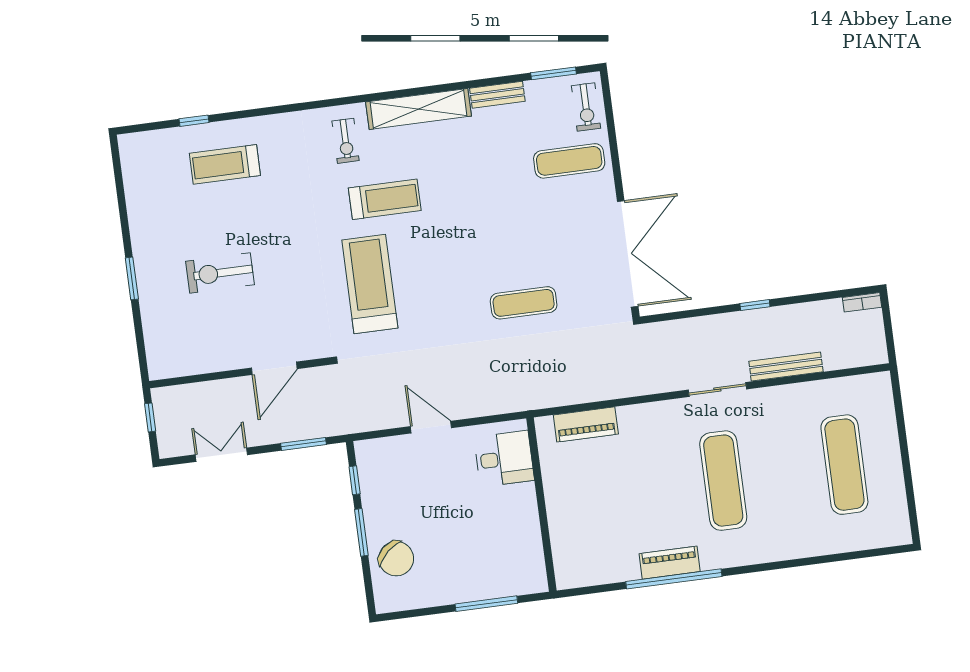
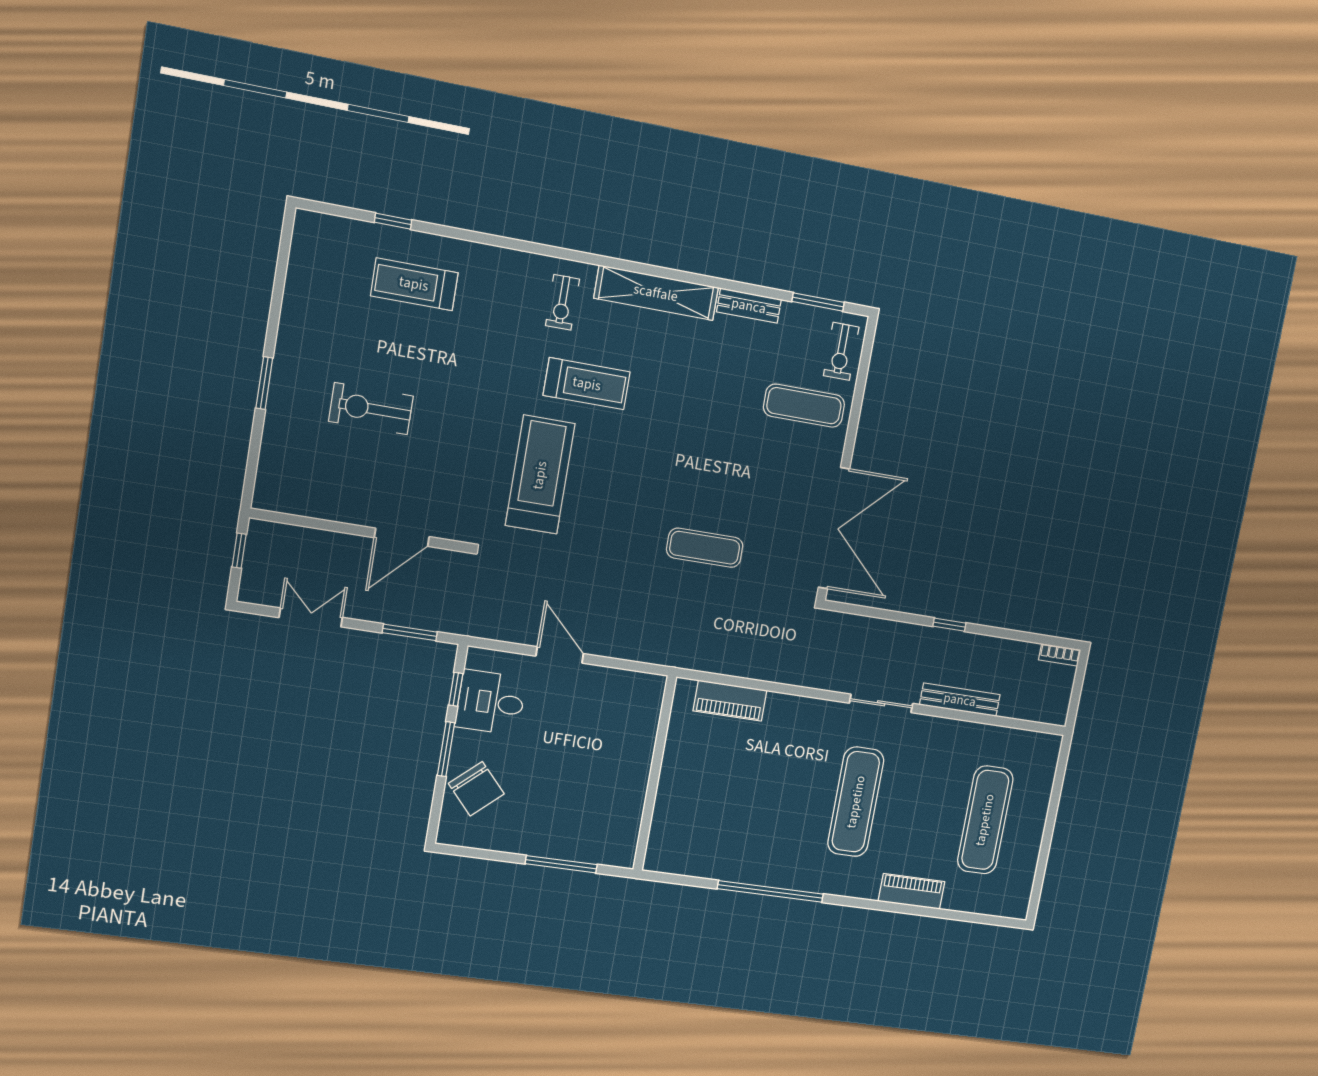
desk: (504, 459) -> (491, 702), moved, turned 180
piano: (670, 563) -> (911, 891), moved

